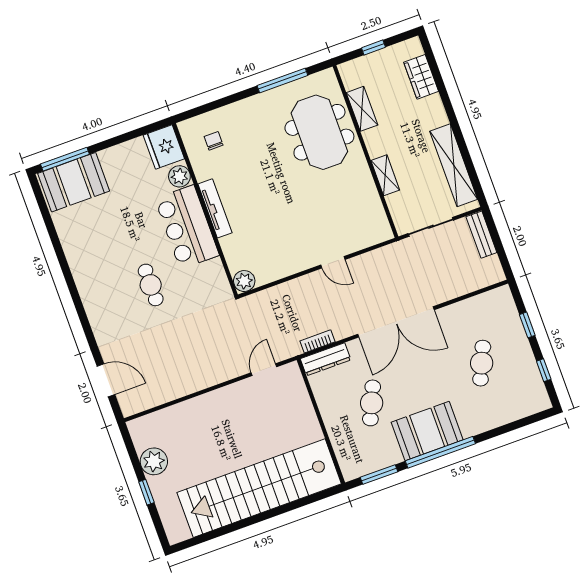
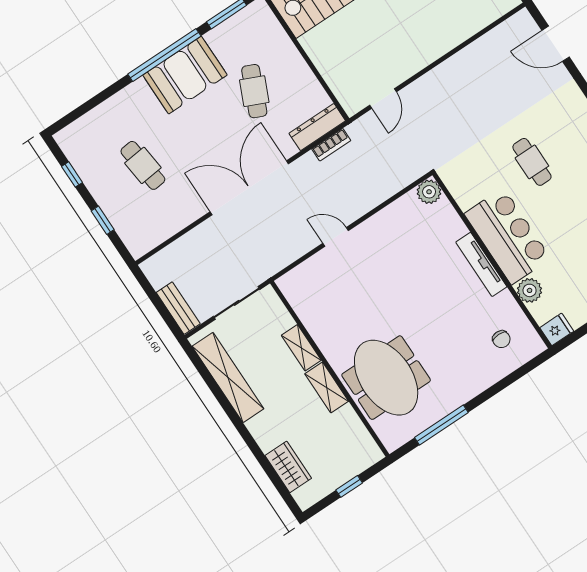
shelving: (362, 109) -> (327, 387), moved
fridge: (164, 147) -> (557, 329), width x0.53, depth x0.75
cafe table: (482, 363) -> (143, 165), turned -30

